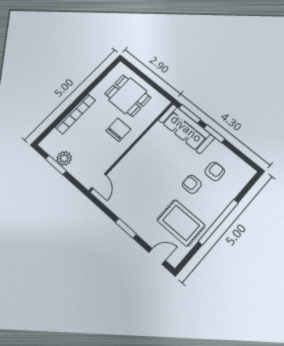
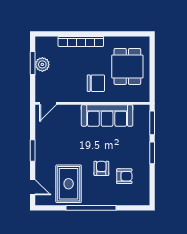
sofa: (186, 129) -> (107, 116), moved, turned -90

